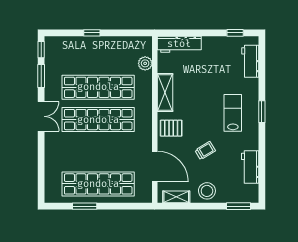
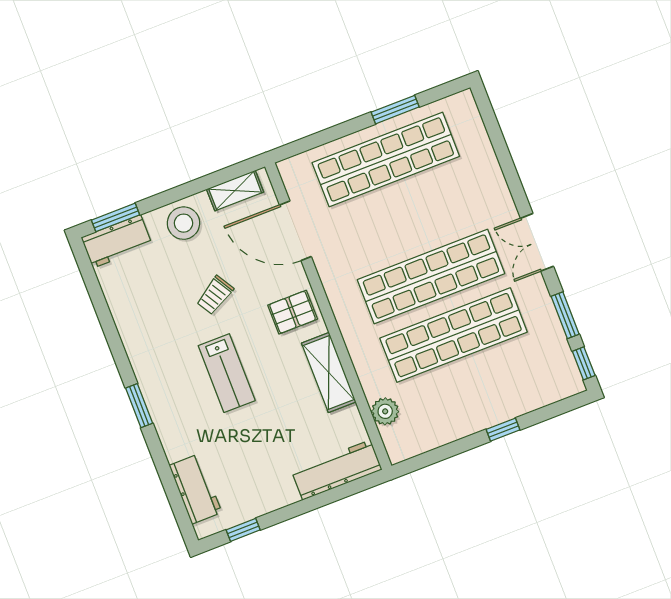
lab bench: (233, 113) -> (227, 373), moved
workbench: (250, 167) -> (117, 241), moved, turned 90

